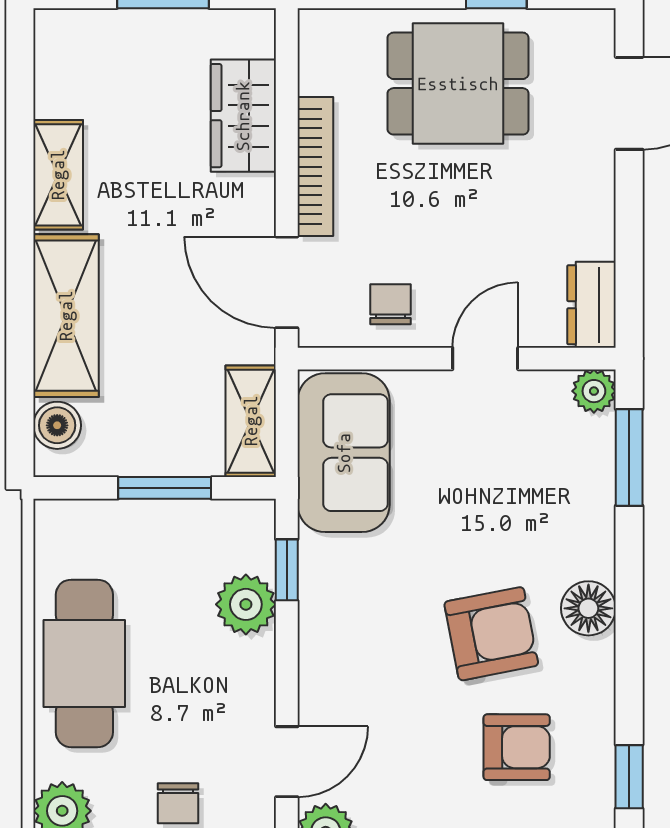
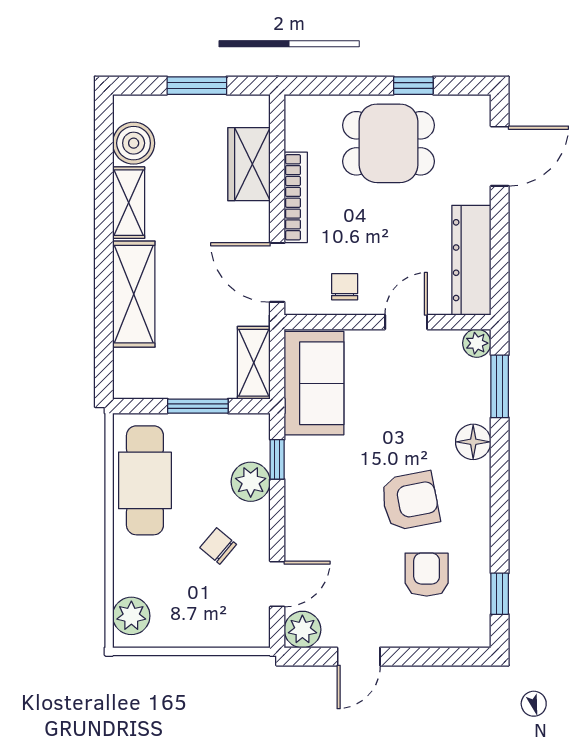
dresser: (591, 305) -> (471, 260), width x1.96, depth x1.24
boiler: (57, 425) -> (134, 143), moved, width x1.36, depth x1.36
floor lamp: (588, 608) -> (473, 442), moved
cafe table: (84, 663) -> (145, 480), moved
armchair: (517, 747) -> (427, 575), turned -90
chair: (178, 803) -> (218, 546), moved, turned 130

